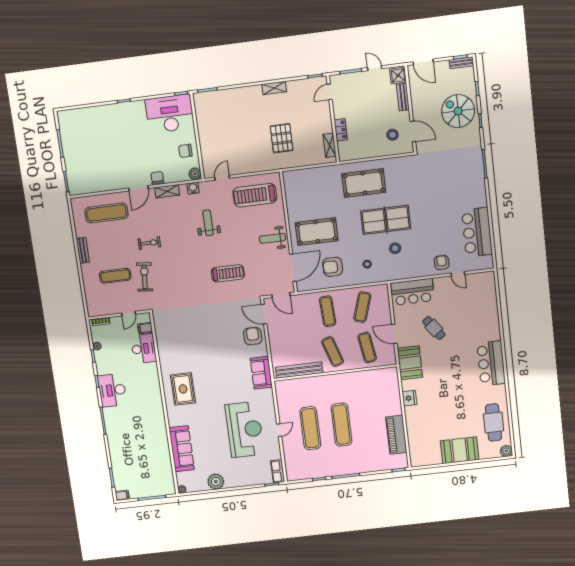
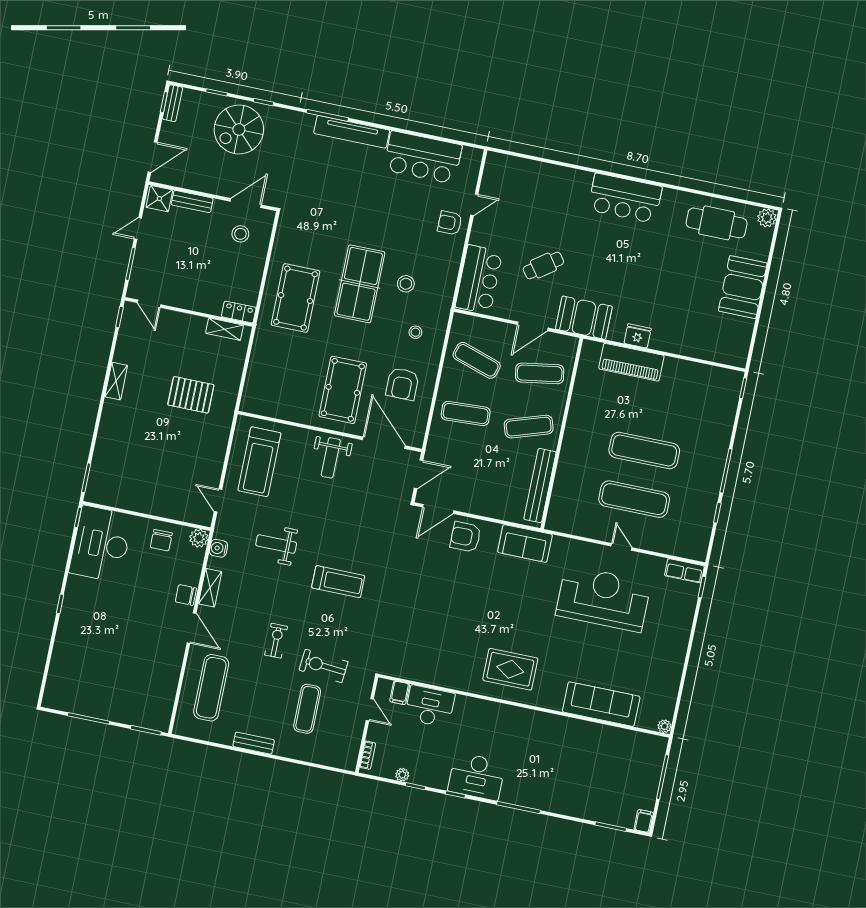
locker: (341, 130) -> (239, 312), moved
tv unit: (479, 183) -> (352, 132), added
treadmill: (228, 273) -> (338, 582), moved, turned 90
piano: (396, 435) -> (631, 362), moved
plant: (216, 482) -> (669, 670), removed

